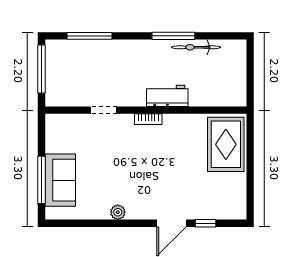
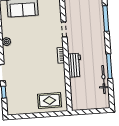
rug: (226, 144) -> (49, 100), width x0.73, depth x0.70

